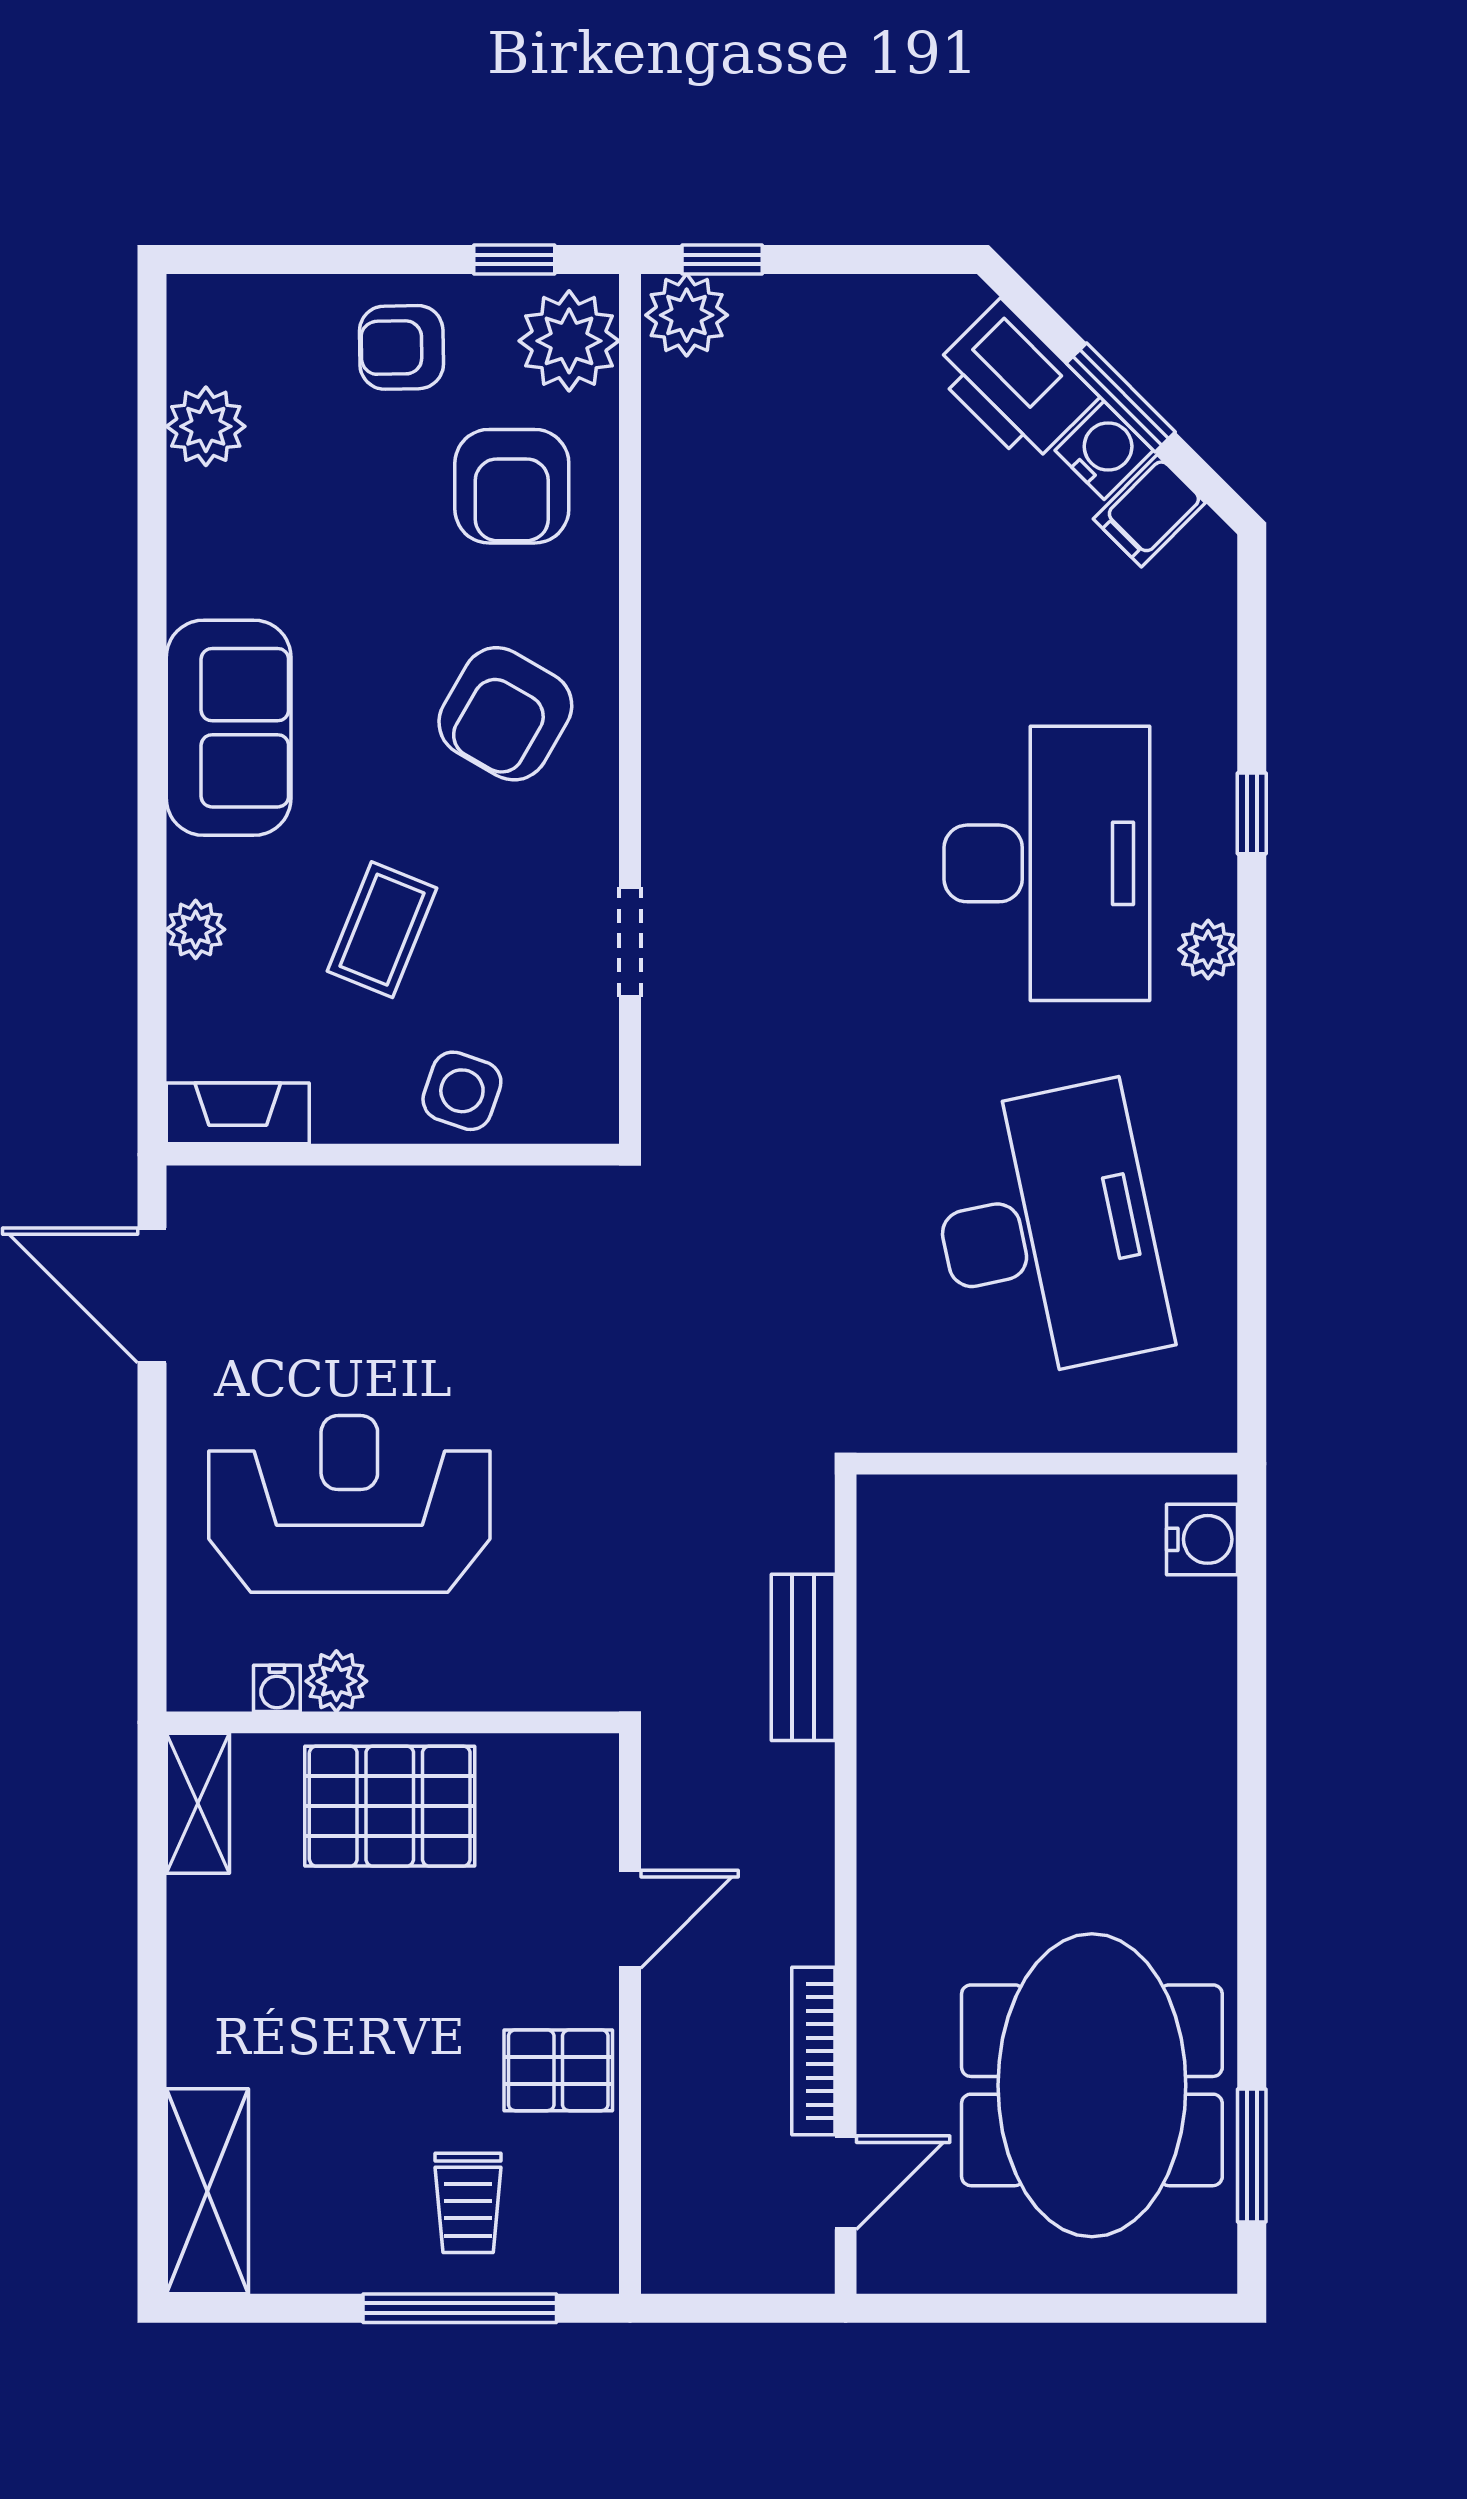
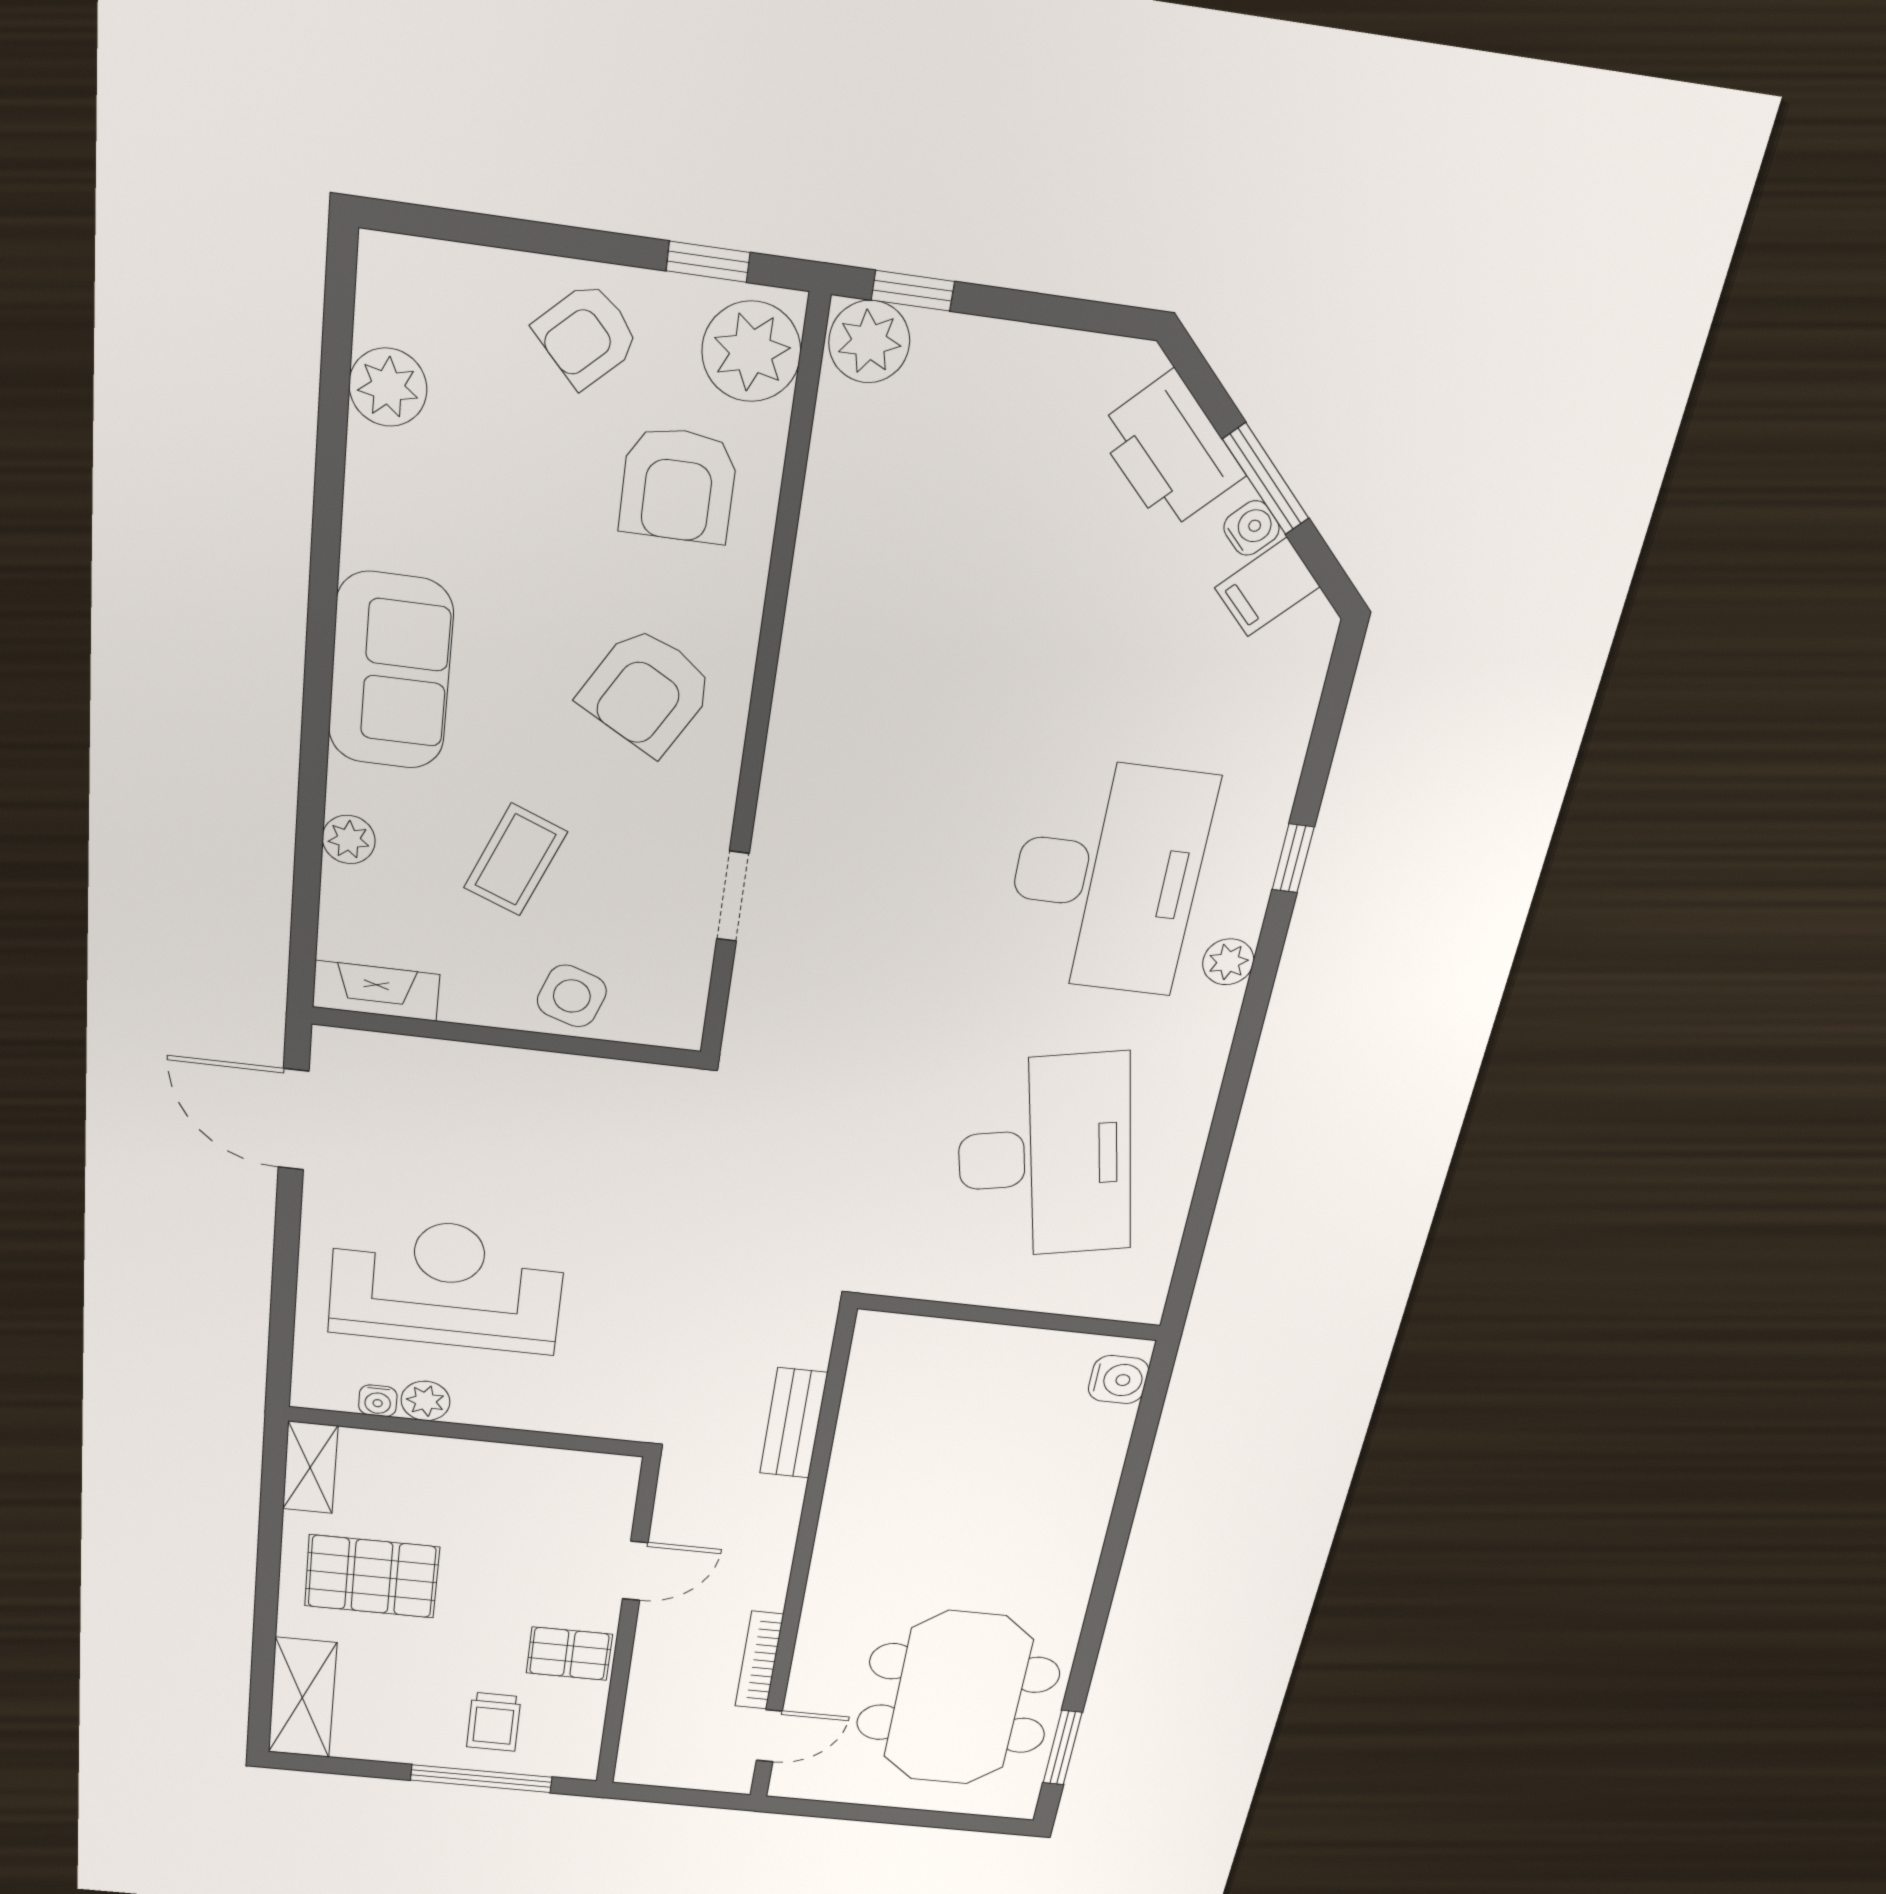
armchair: (401, 347) -> (587, 335), turned -42
water cooler: (1104, 450) -> (1251, 528), width x0.72, depth x0.72
pallet: (390, 1806) -> (372, 1576), moved

